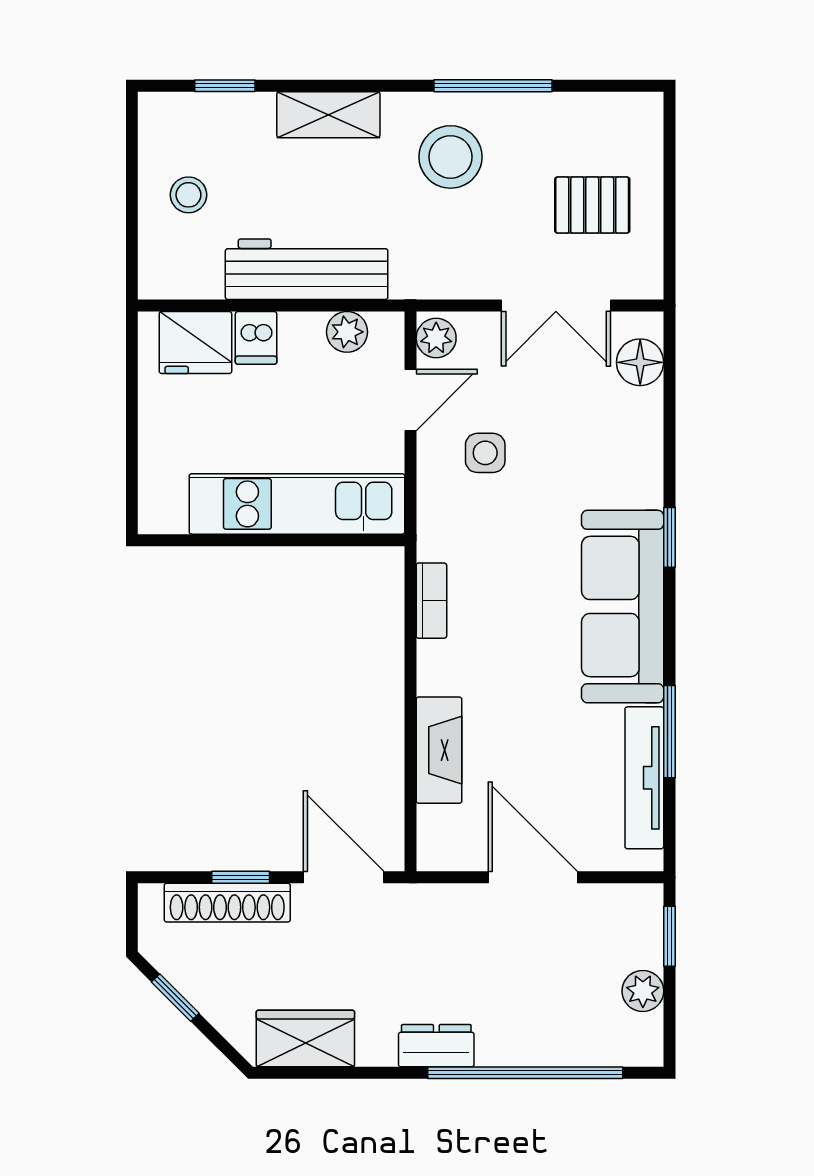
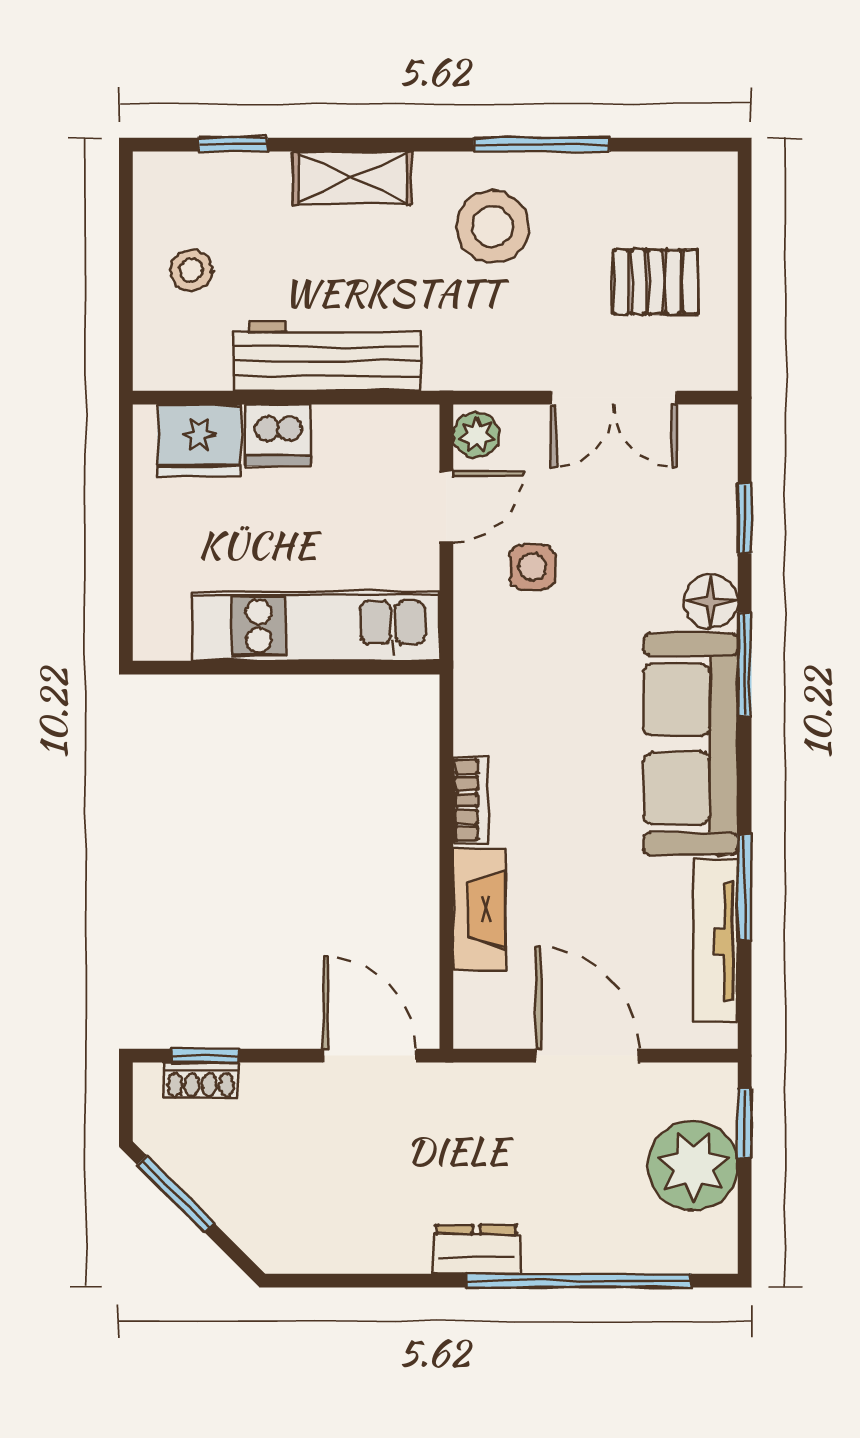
plant: (347, 332) -> (374, 428), removed
dishwasher: (256, 338) -> (278, 435), width x1.38
floor lamp: (640, 362) -> (711, 602), moved
window: (669, 410) -> (745, 518), added
window: (669, 537) -> (745, 664), width x1.50
bookcase: (431, 601) -> (471, 800), moved
window: (241, 877) -> (205, 1056), moved
shoe rack: (227, 903) -> (201, 1081), width x0.51, depth x0.81
plant: (643, 991) -> (693, 1166), width x1.88, depth x1.88
window: (175, 998) -> (176, 1194), width x1.50
wardrobe: (305, 1038) -> (326, 1241), removed

